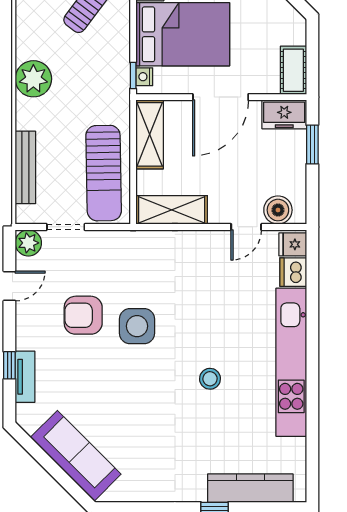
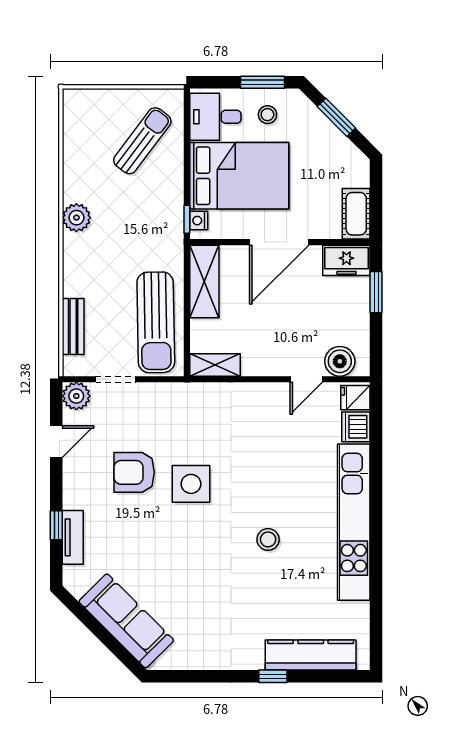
plant: (33, 79) -> (76, 218), width x0.73, depth x0.73
bench: (25, 167) -> (73, 327), width x0.73
shelving: (172, 210) -> (215, 365), width x0.67, depth x0.75

